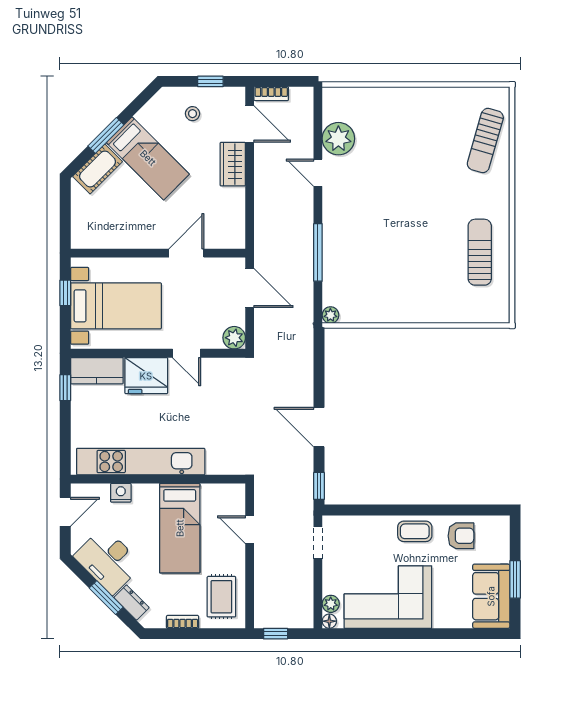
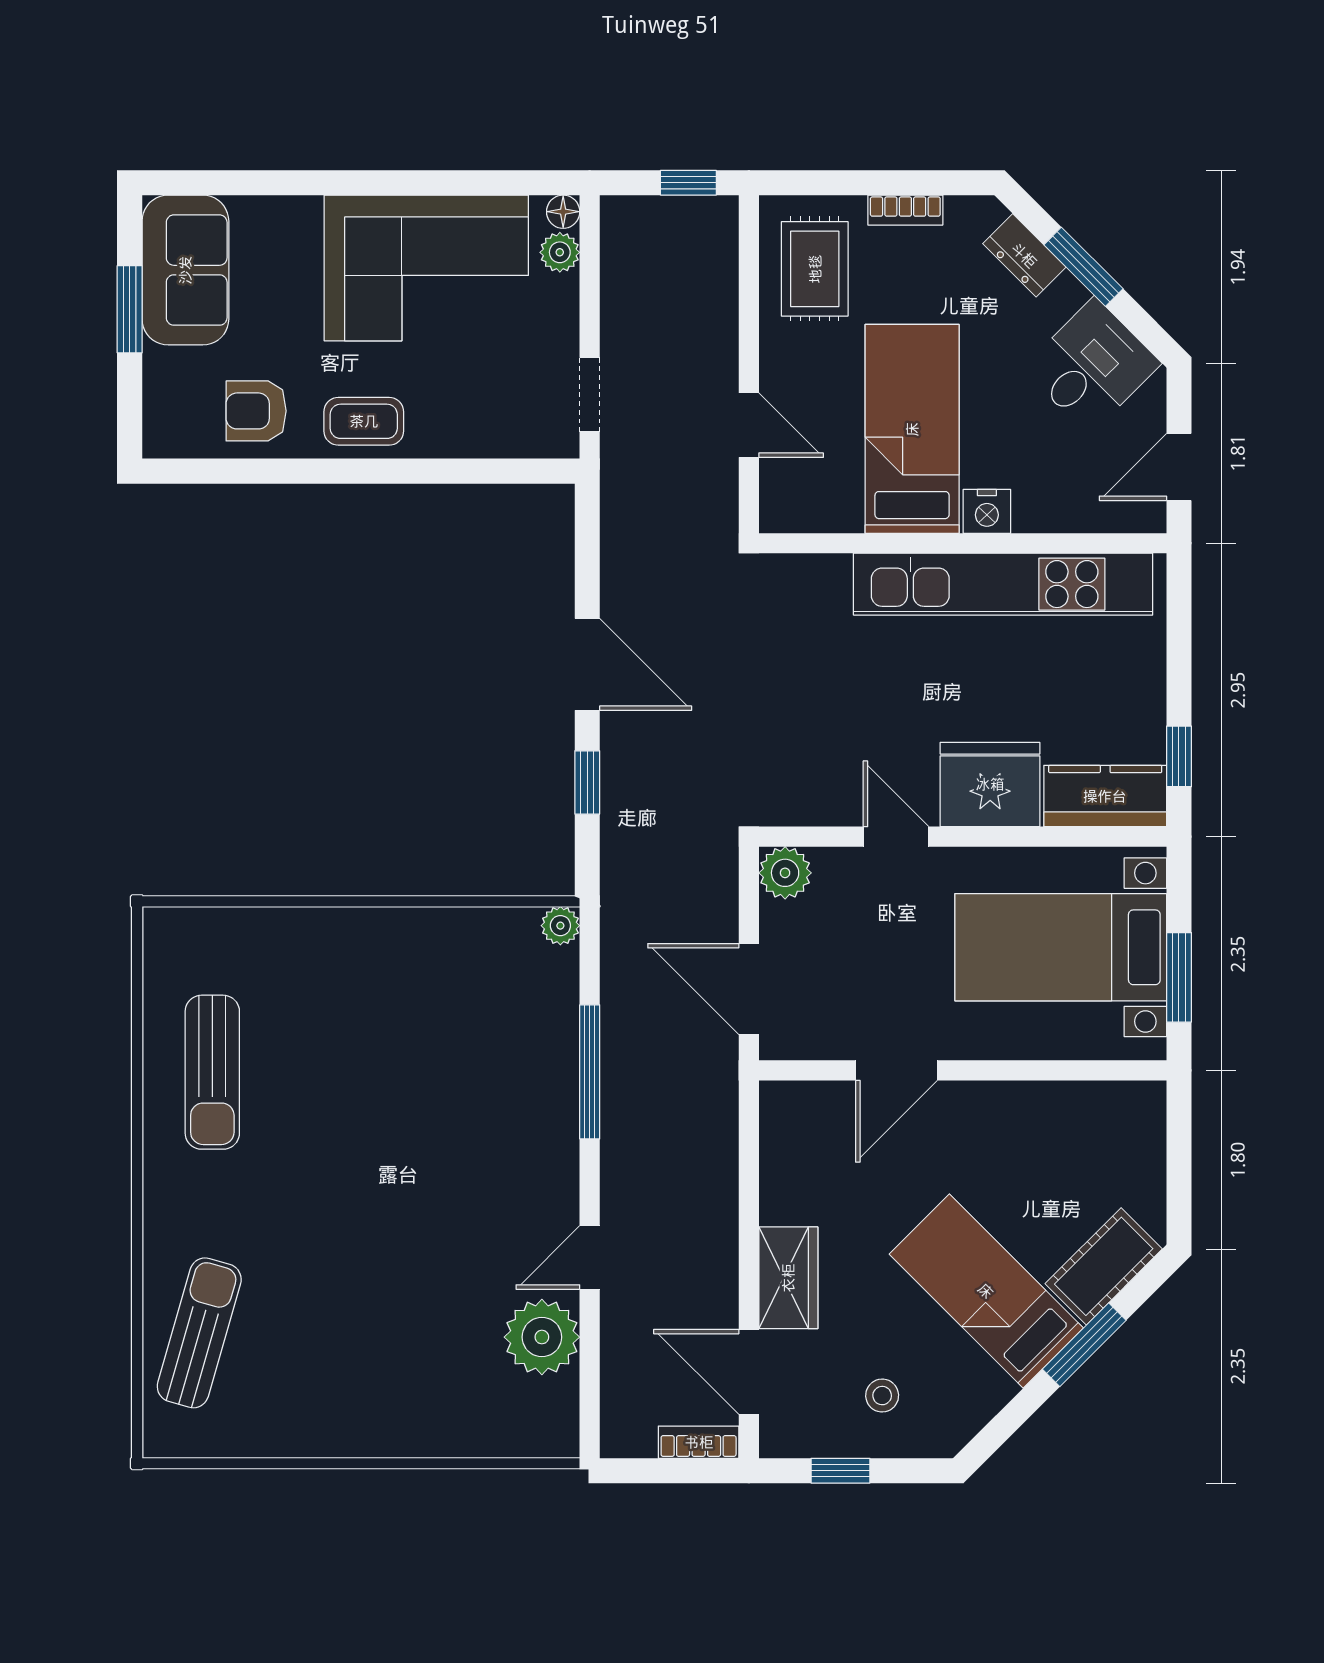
door: (318, 173) -> (590, 1257), swing flipped
window: (65, 293) -> (1179, 977), width x1.50
window: (319, 486) -> (587, 782), moved
nightstand: (121, 493) -> (987, 511), moved
desk: (108, 561) -> (1092, 366), width x0.73

